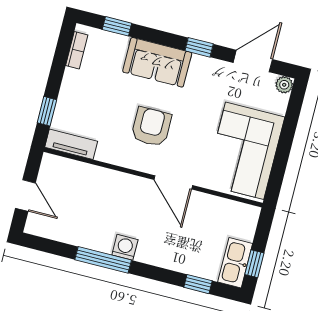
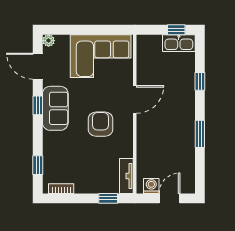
sofa: (157, 62) -> (55, 108), moved
armchair: (151, 127) -> (101, 124), turned 90
washing machine: (125, 247) -> (151, 186), moved, turned 90
window: (103, 260) -> (200, 134), width x0.69
window: (198, 284) -> (200, 81), moved

